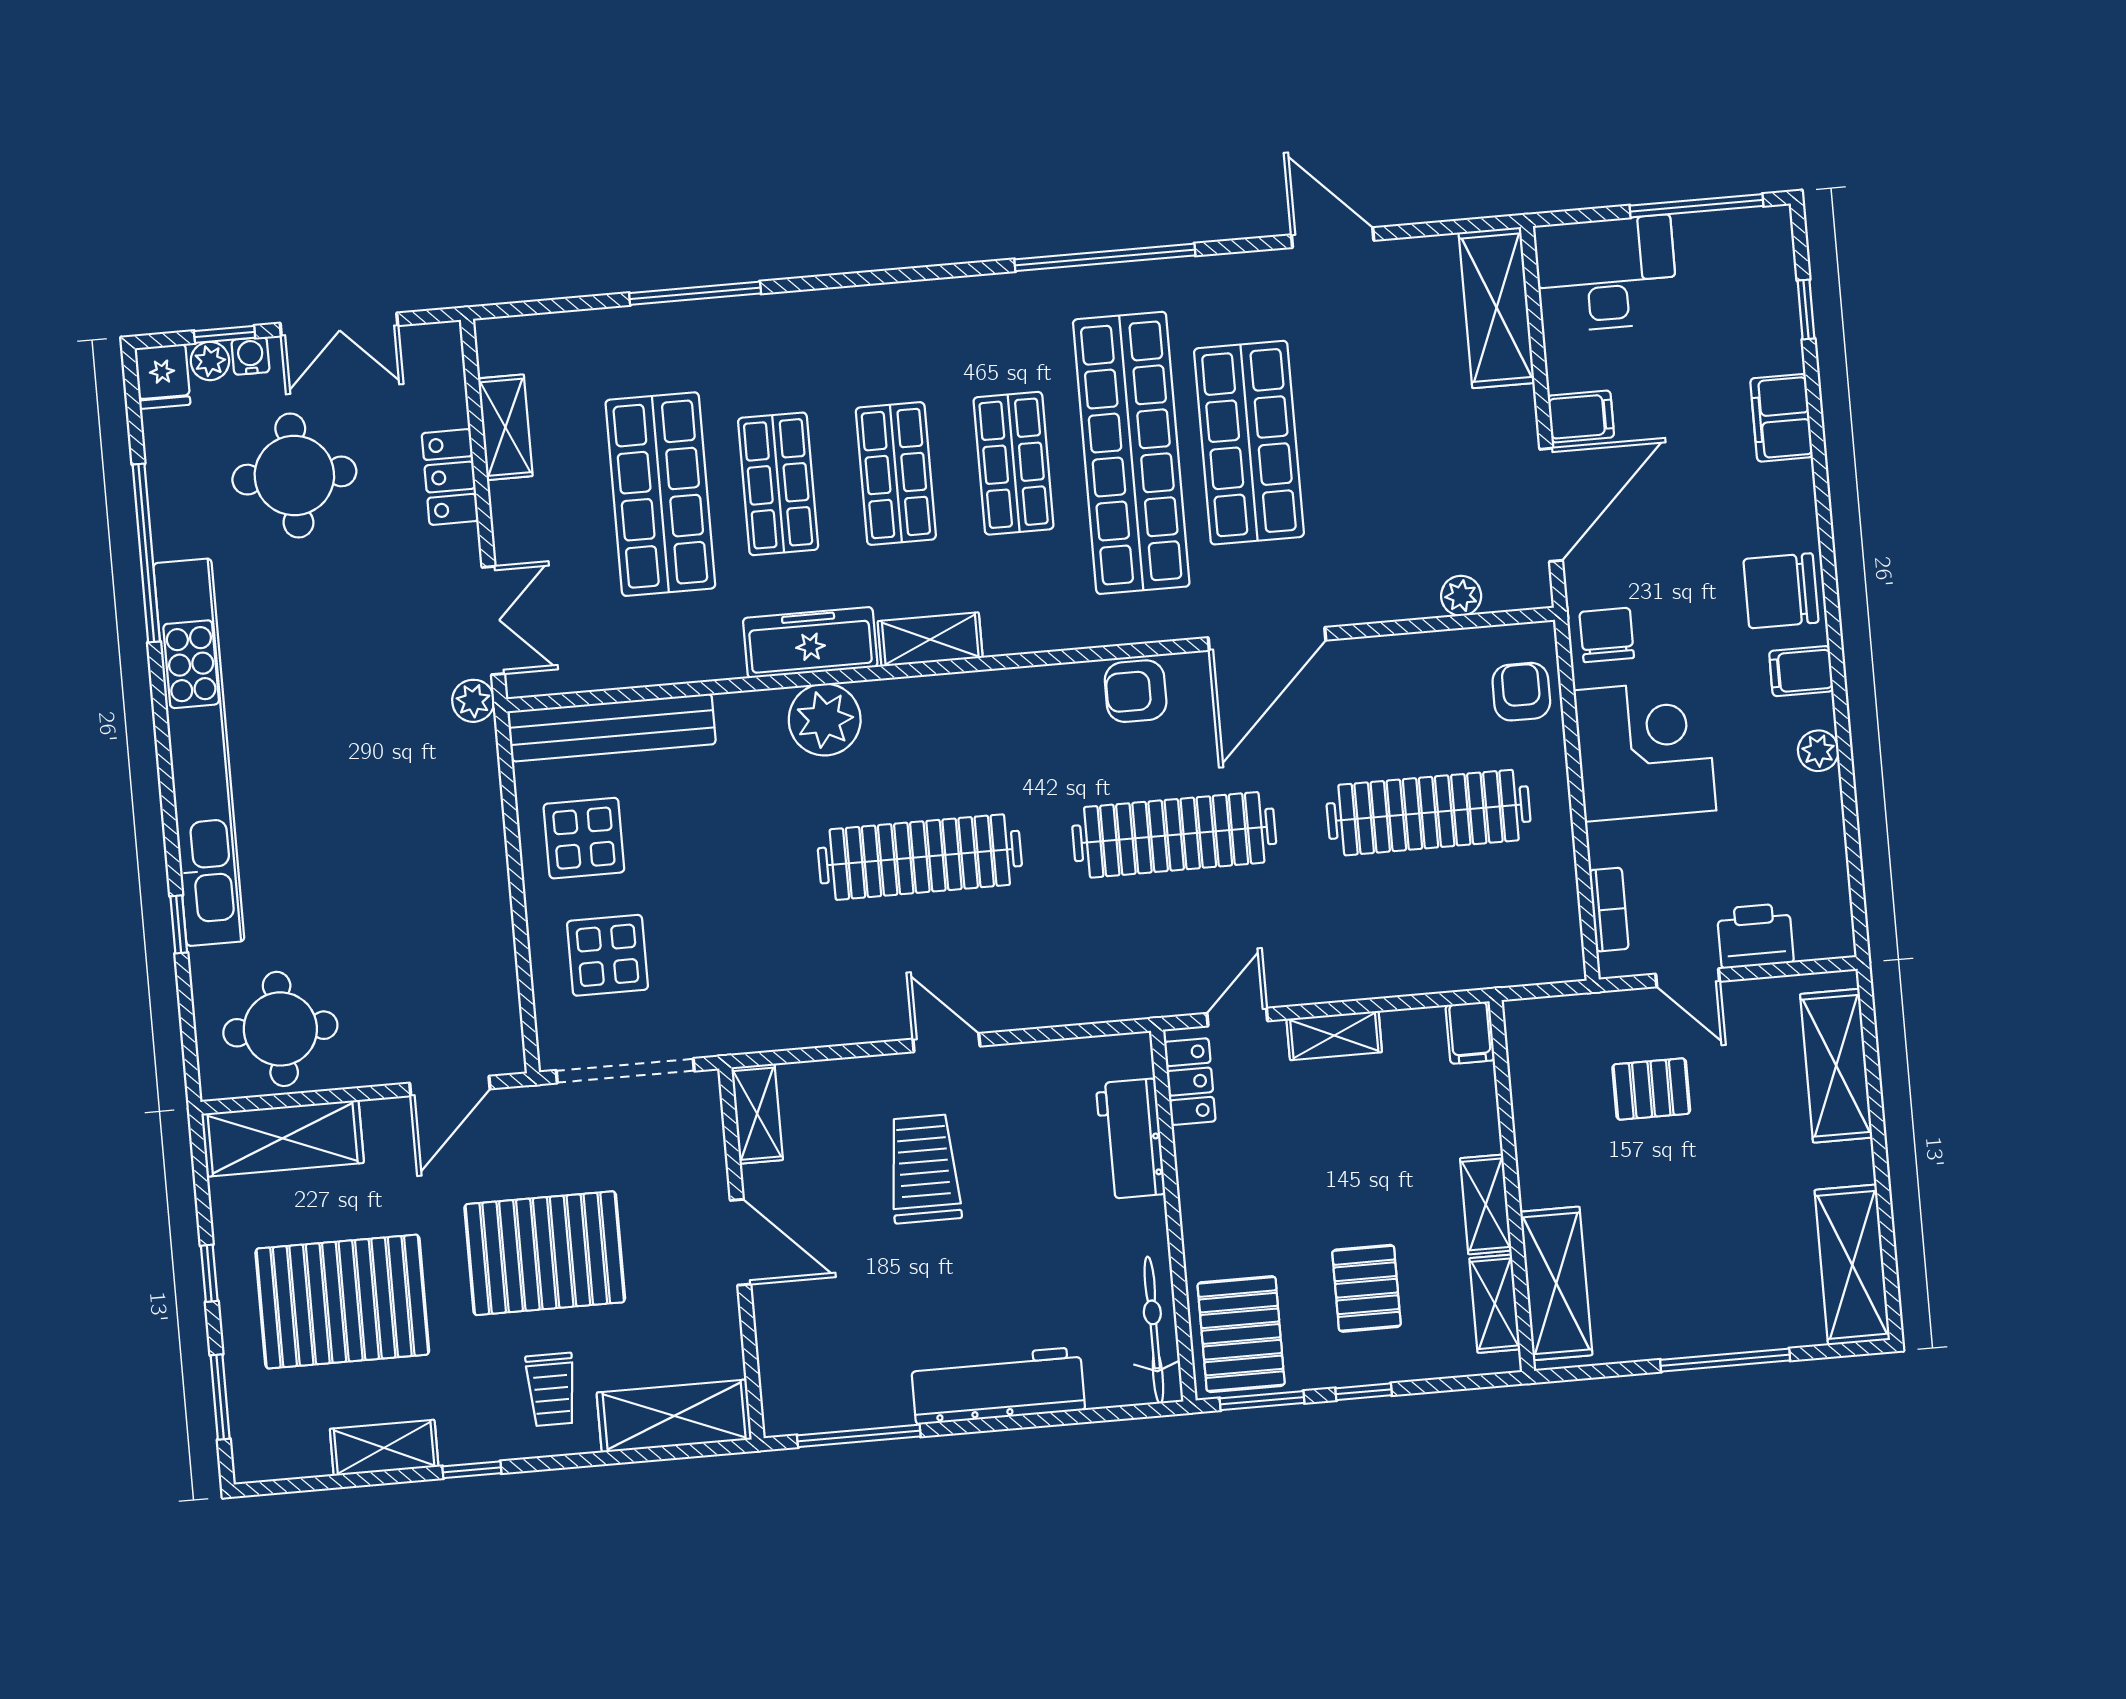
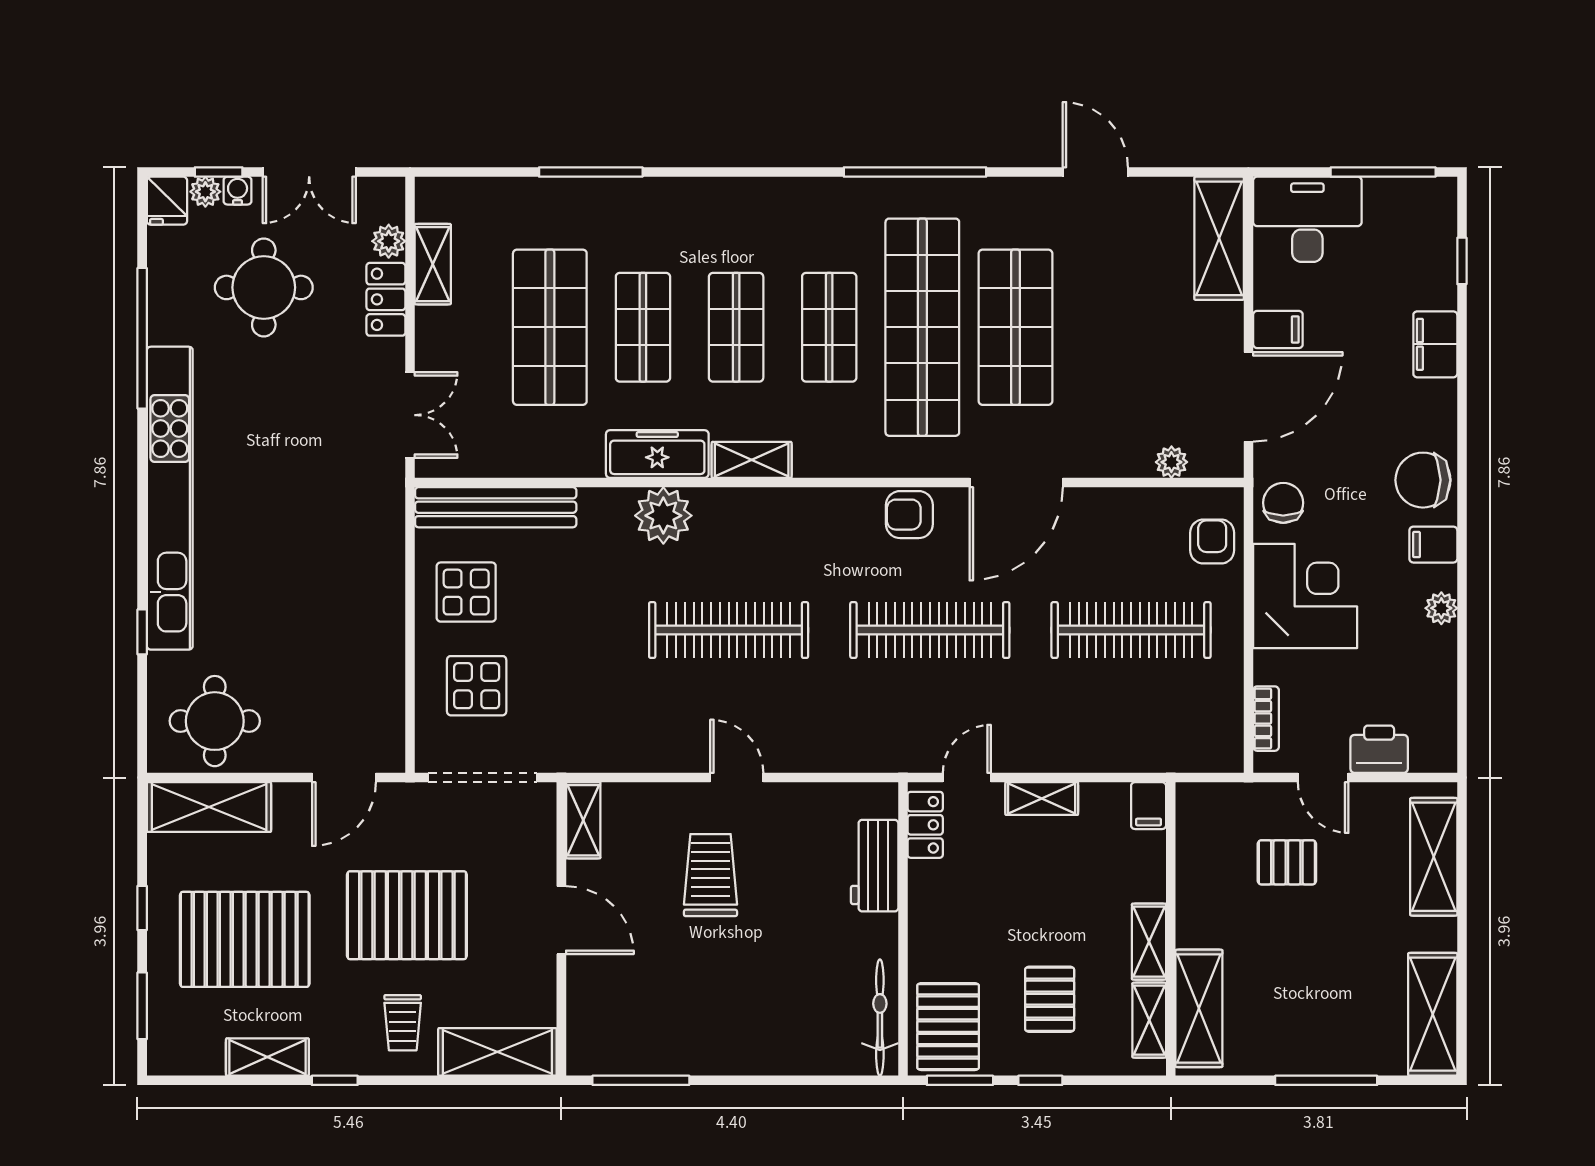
plant: (473, 701) -> (389, 241), moved
workbench: (998, 1386) -> (754, 1050), removed

